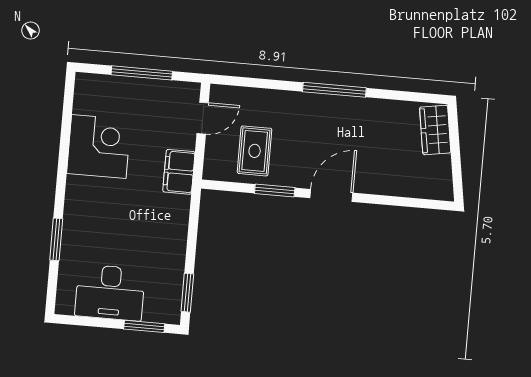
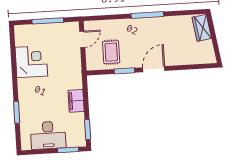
filing cabinet: (179, 172) -> (76, 101), moved

